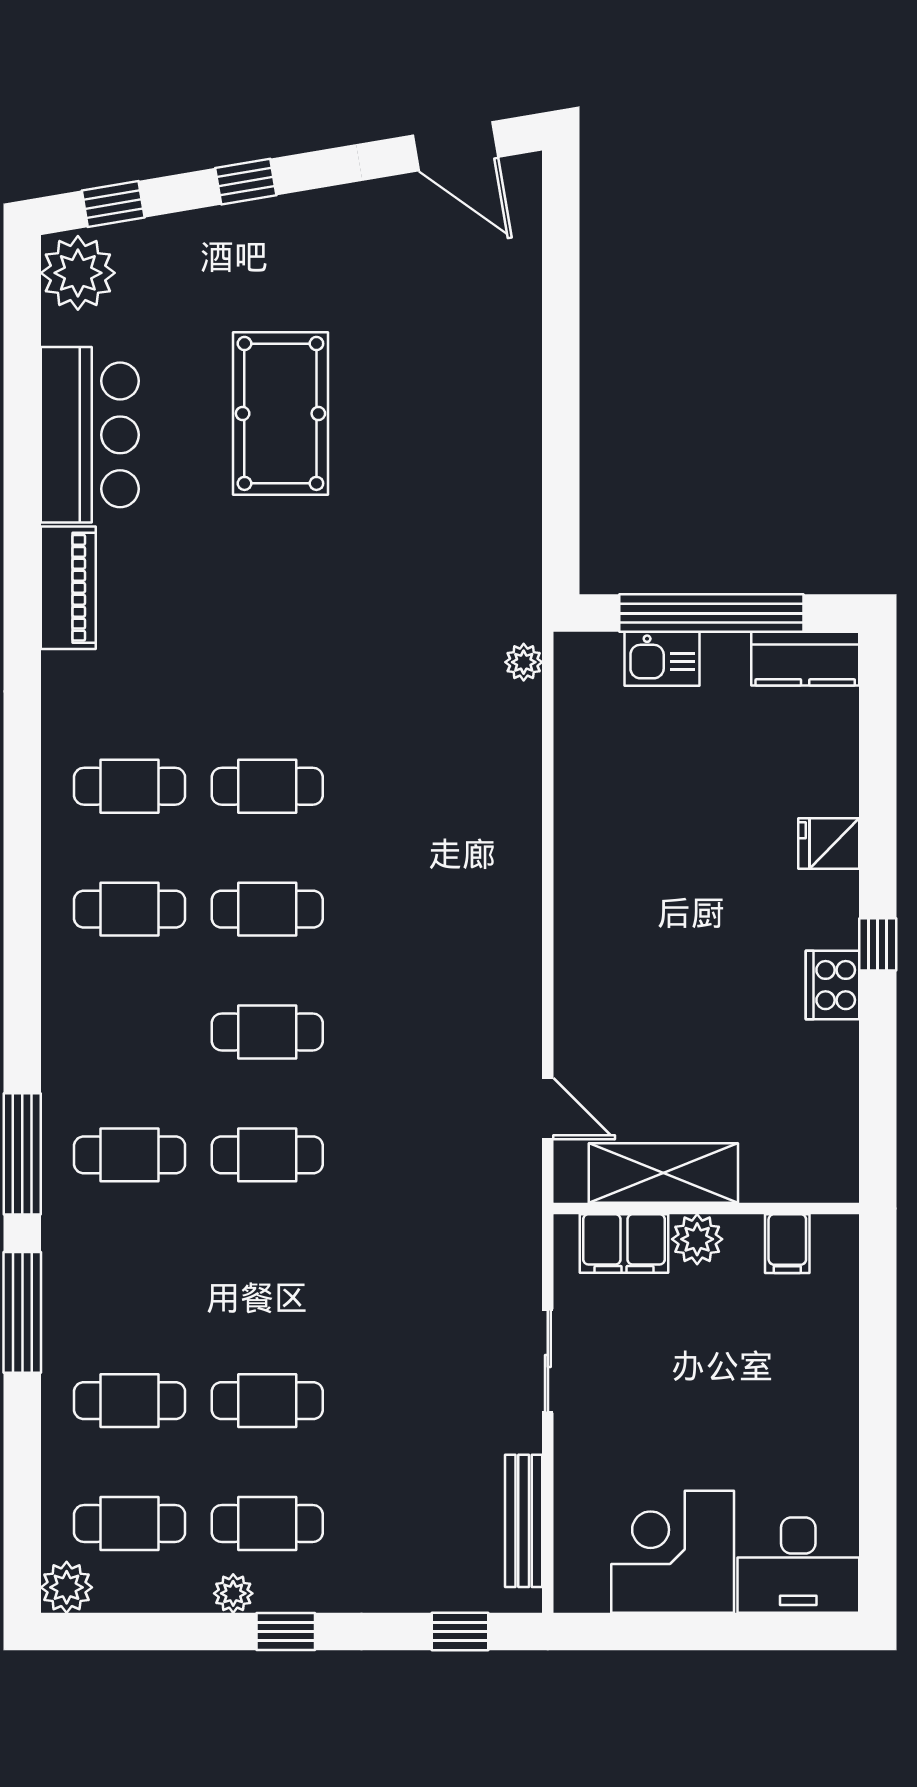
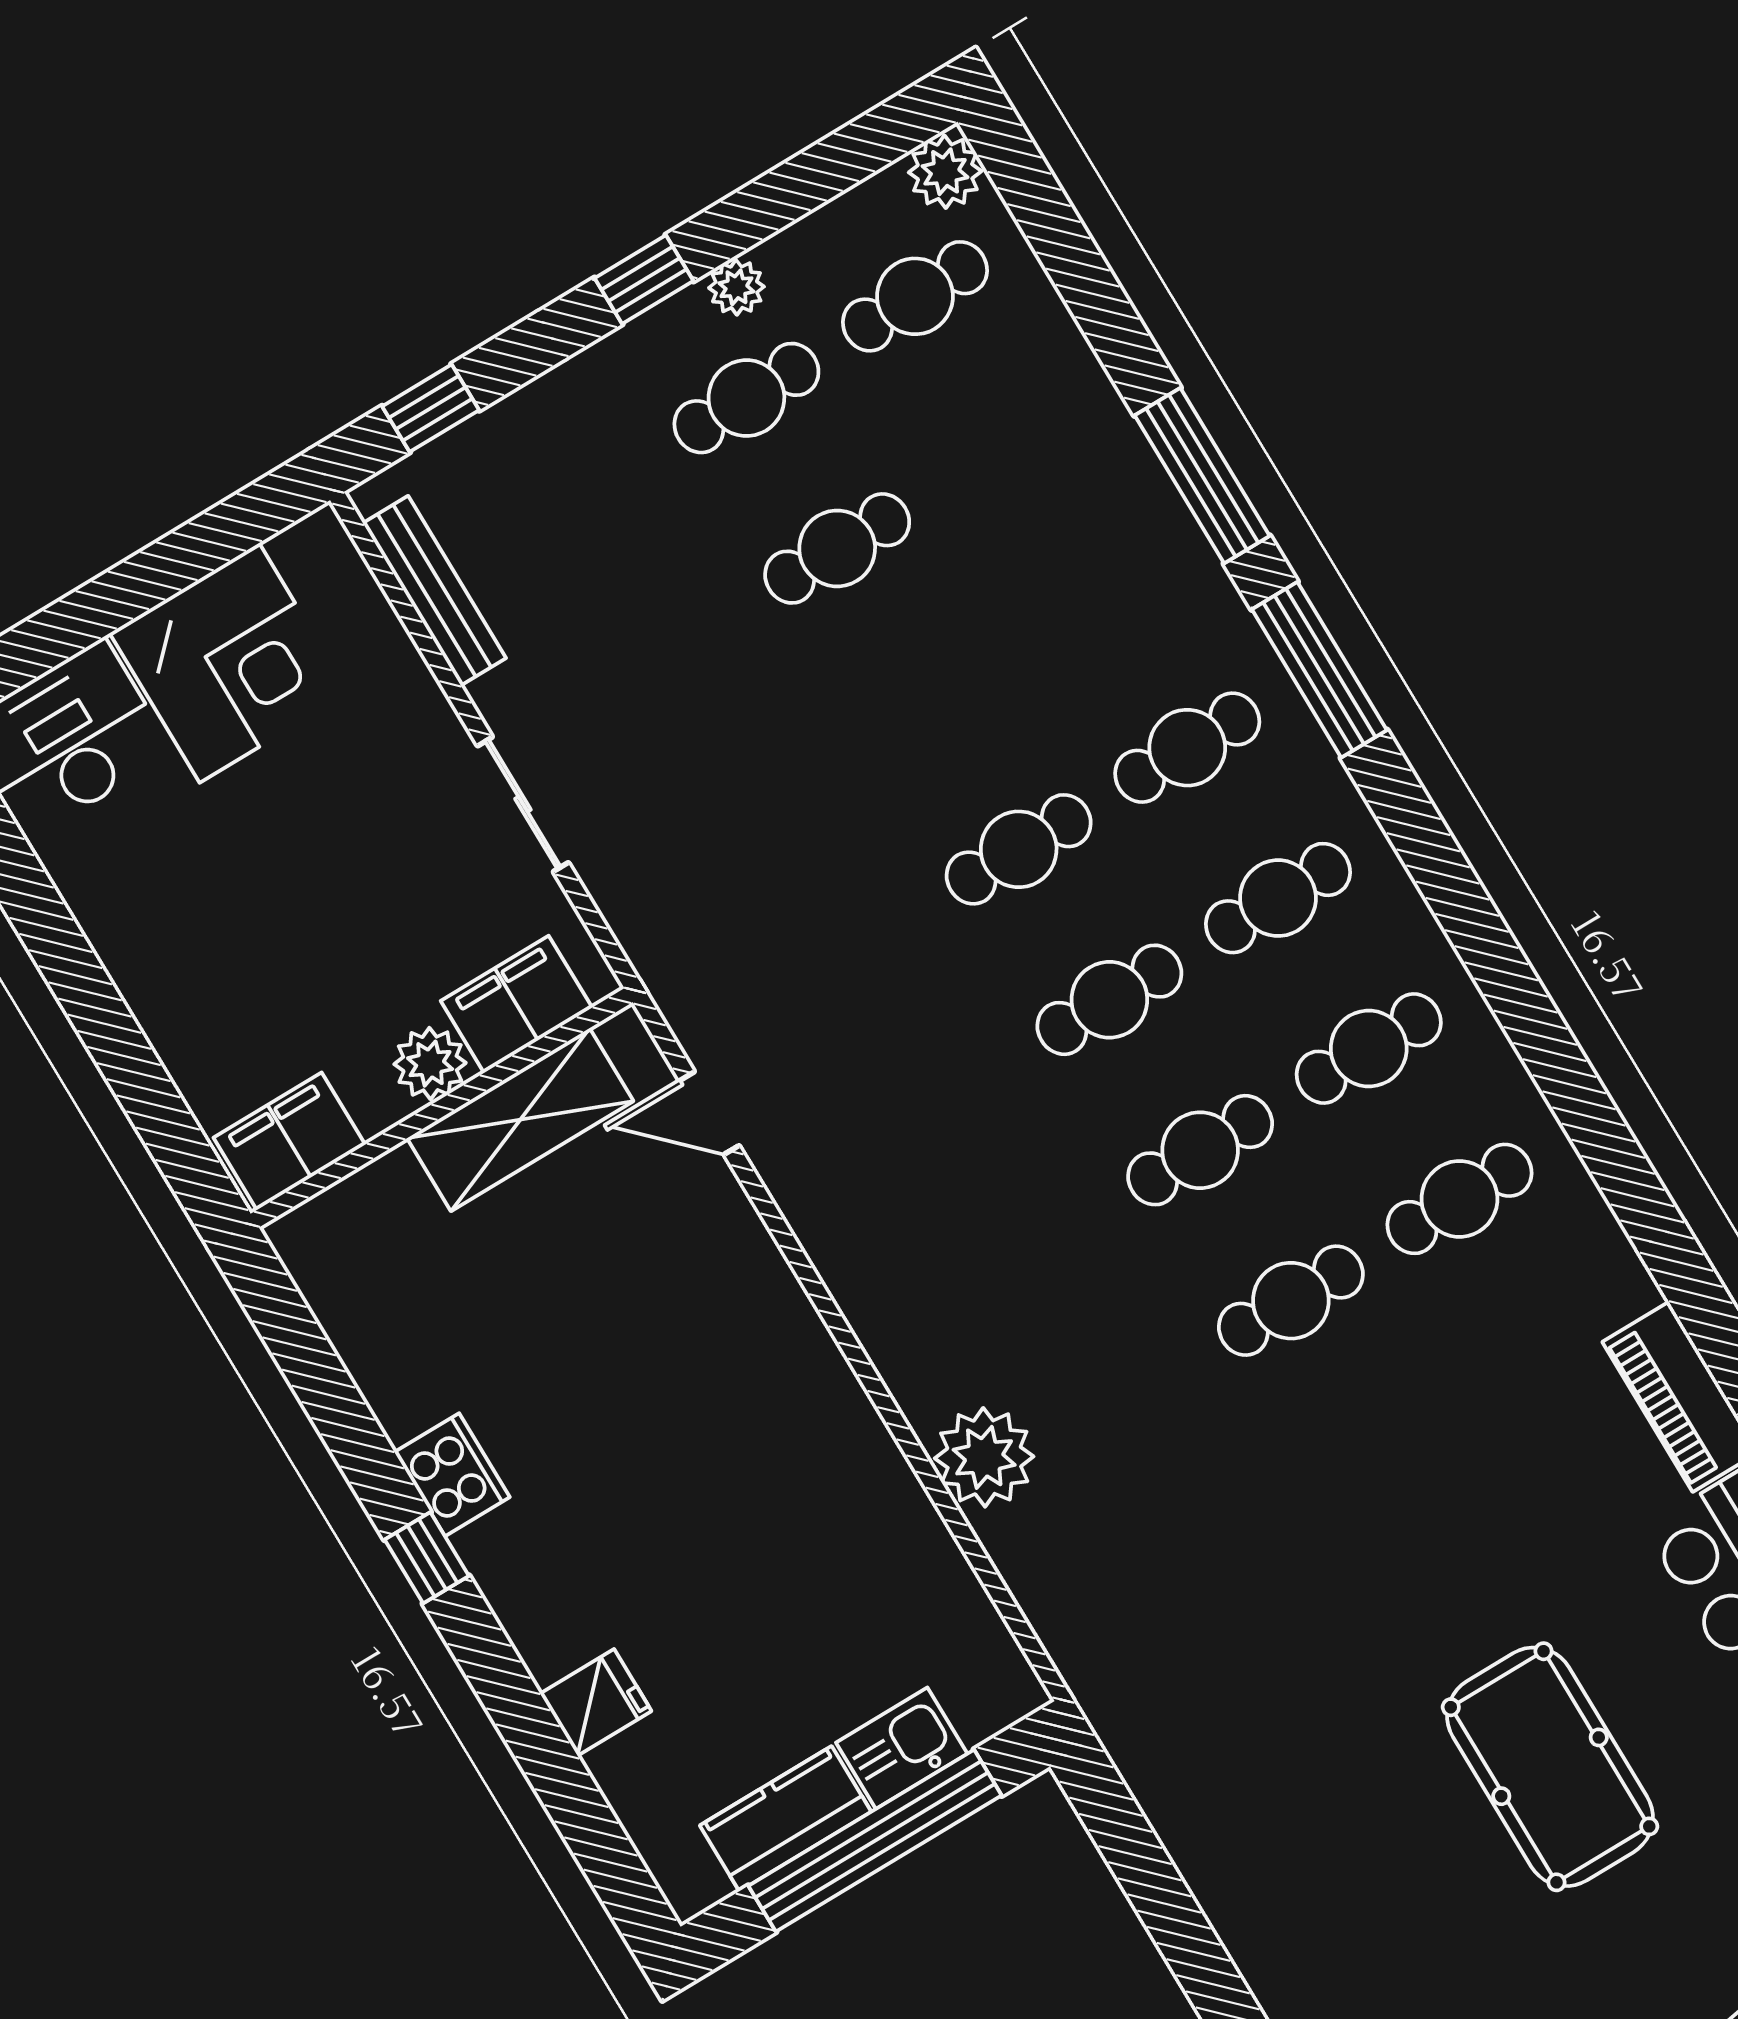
kitchen counter: (805, 659) -> (785, 1819), moved
plant: (524, 662) -> (984, 1457), moved, width x1.88, depth x1.88
fridge: (829, 844) -> (596, 1702), moved
filing cabinet: (787, 1244) -> (289, 1141), width x2.00
cafe table: (130, 1401) -> (1278, 898), moved

